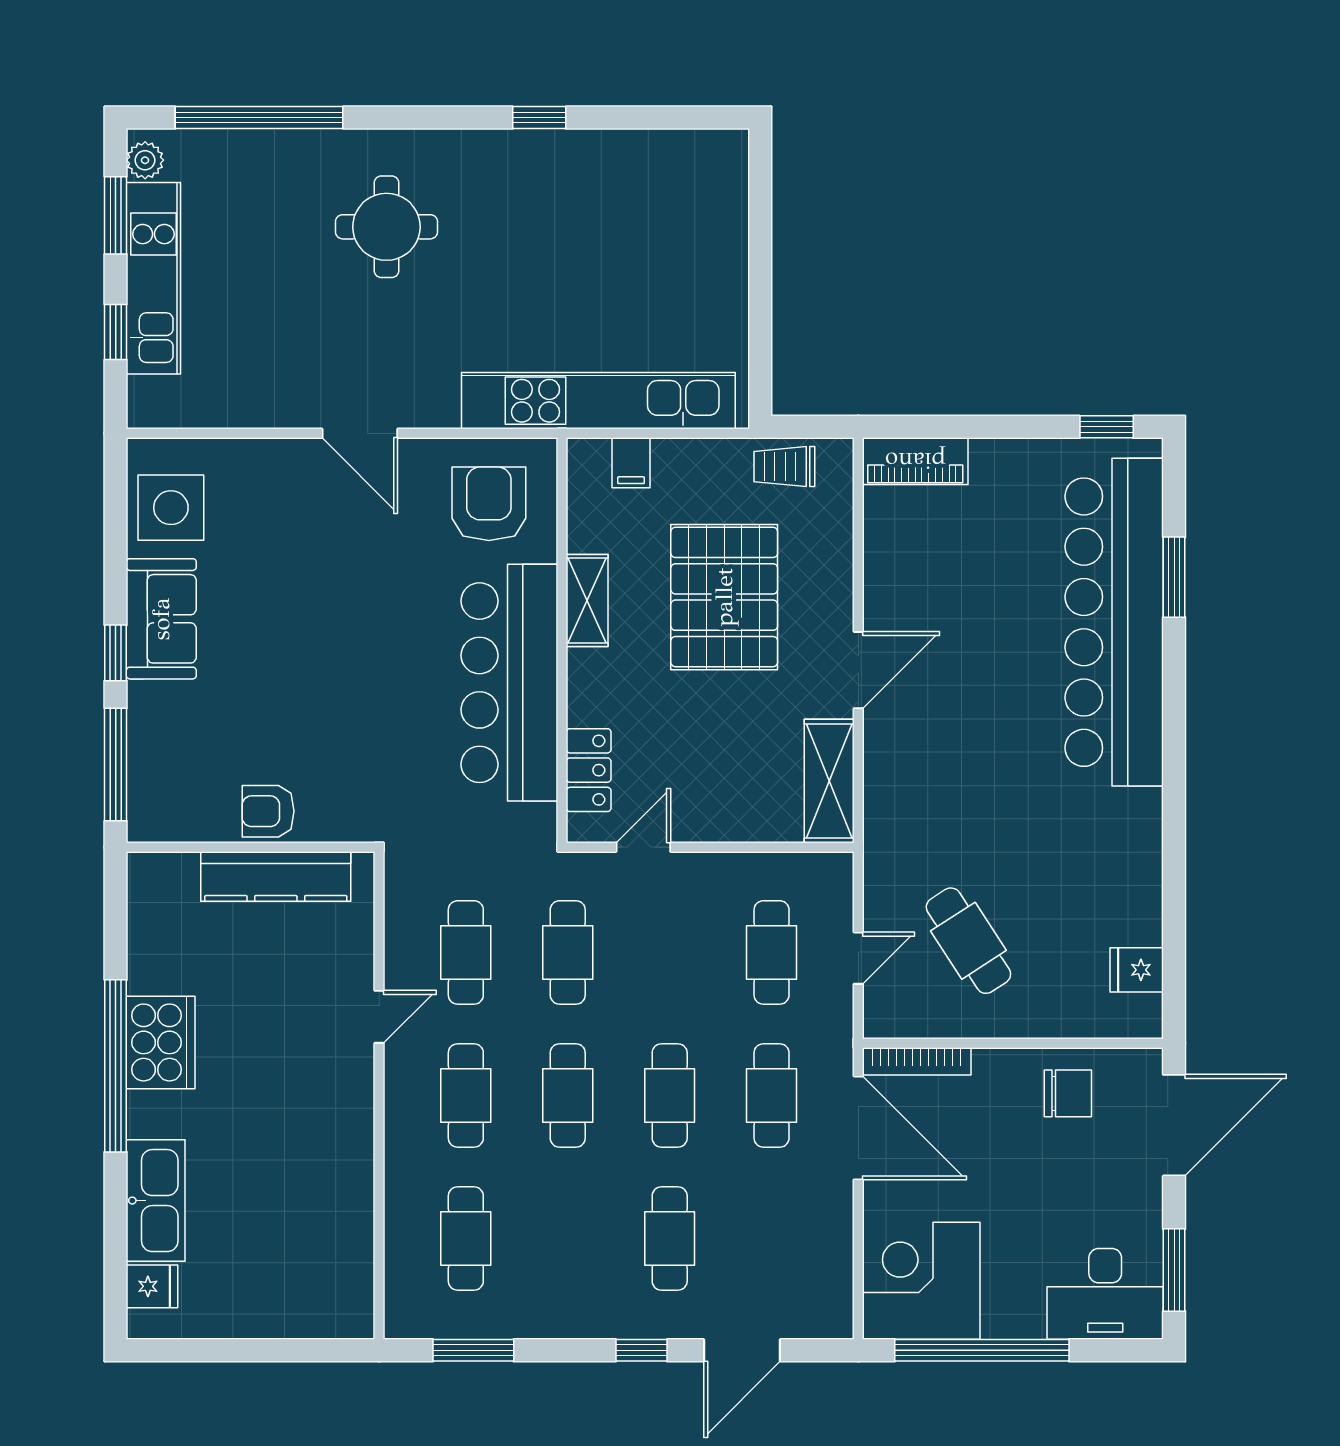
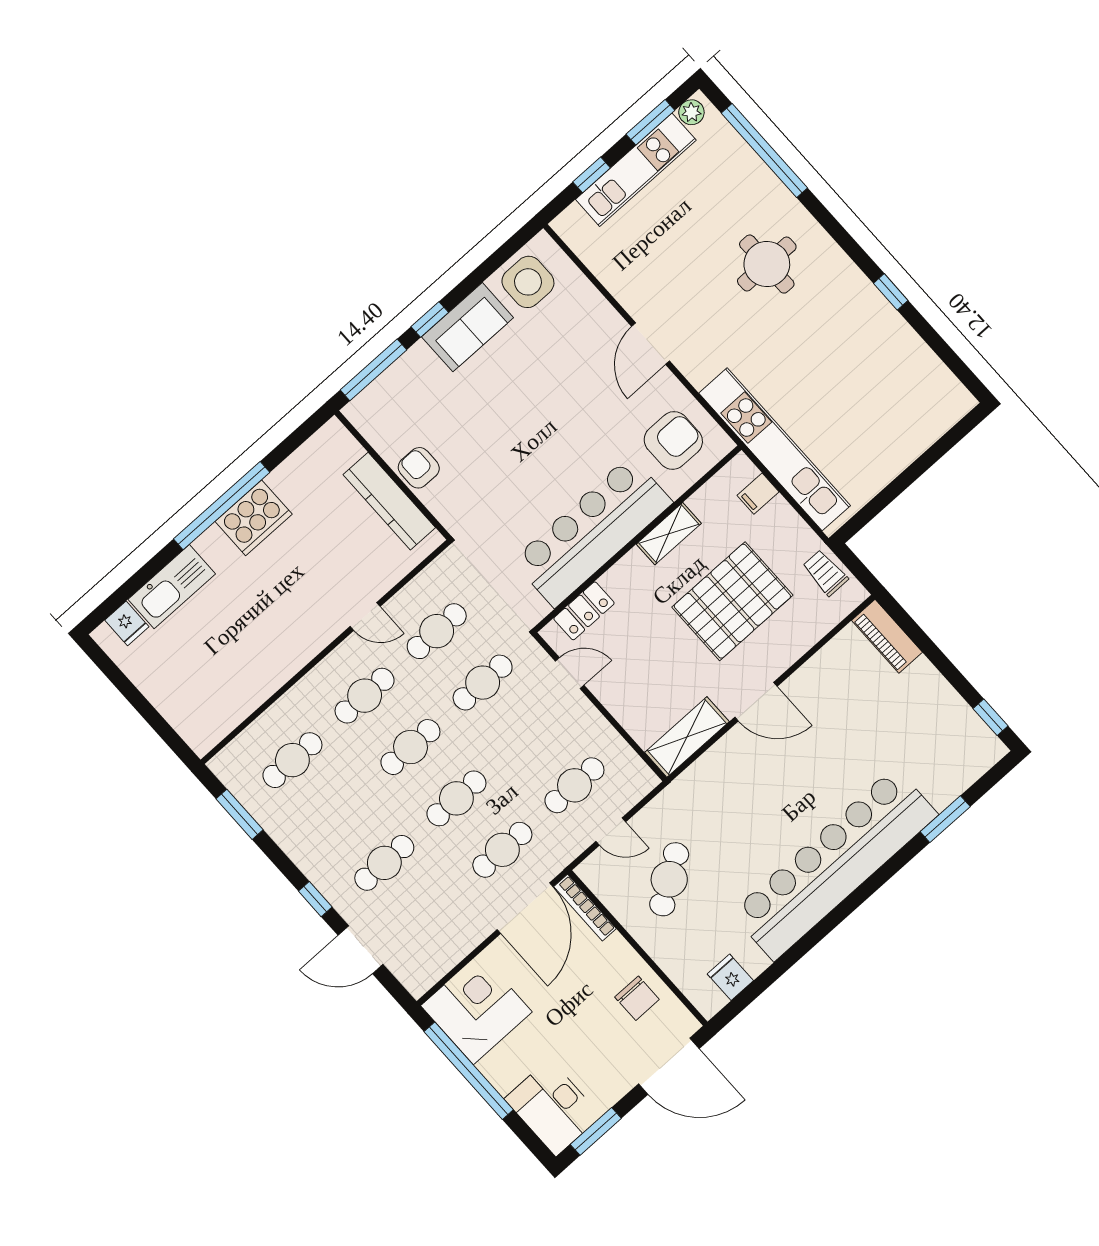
bar counter: (1114, 622) -> (834, 864), moved

